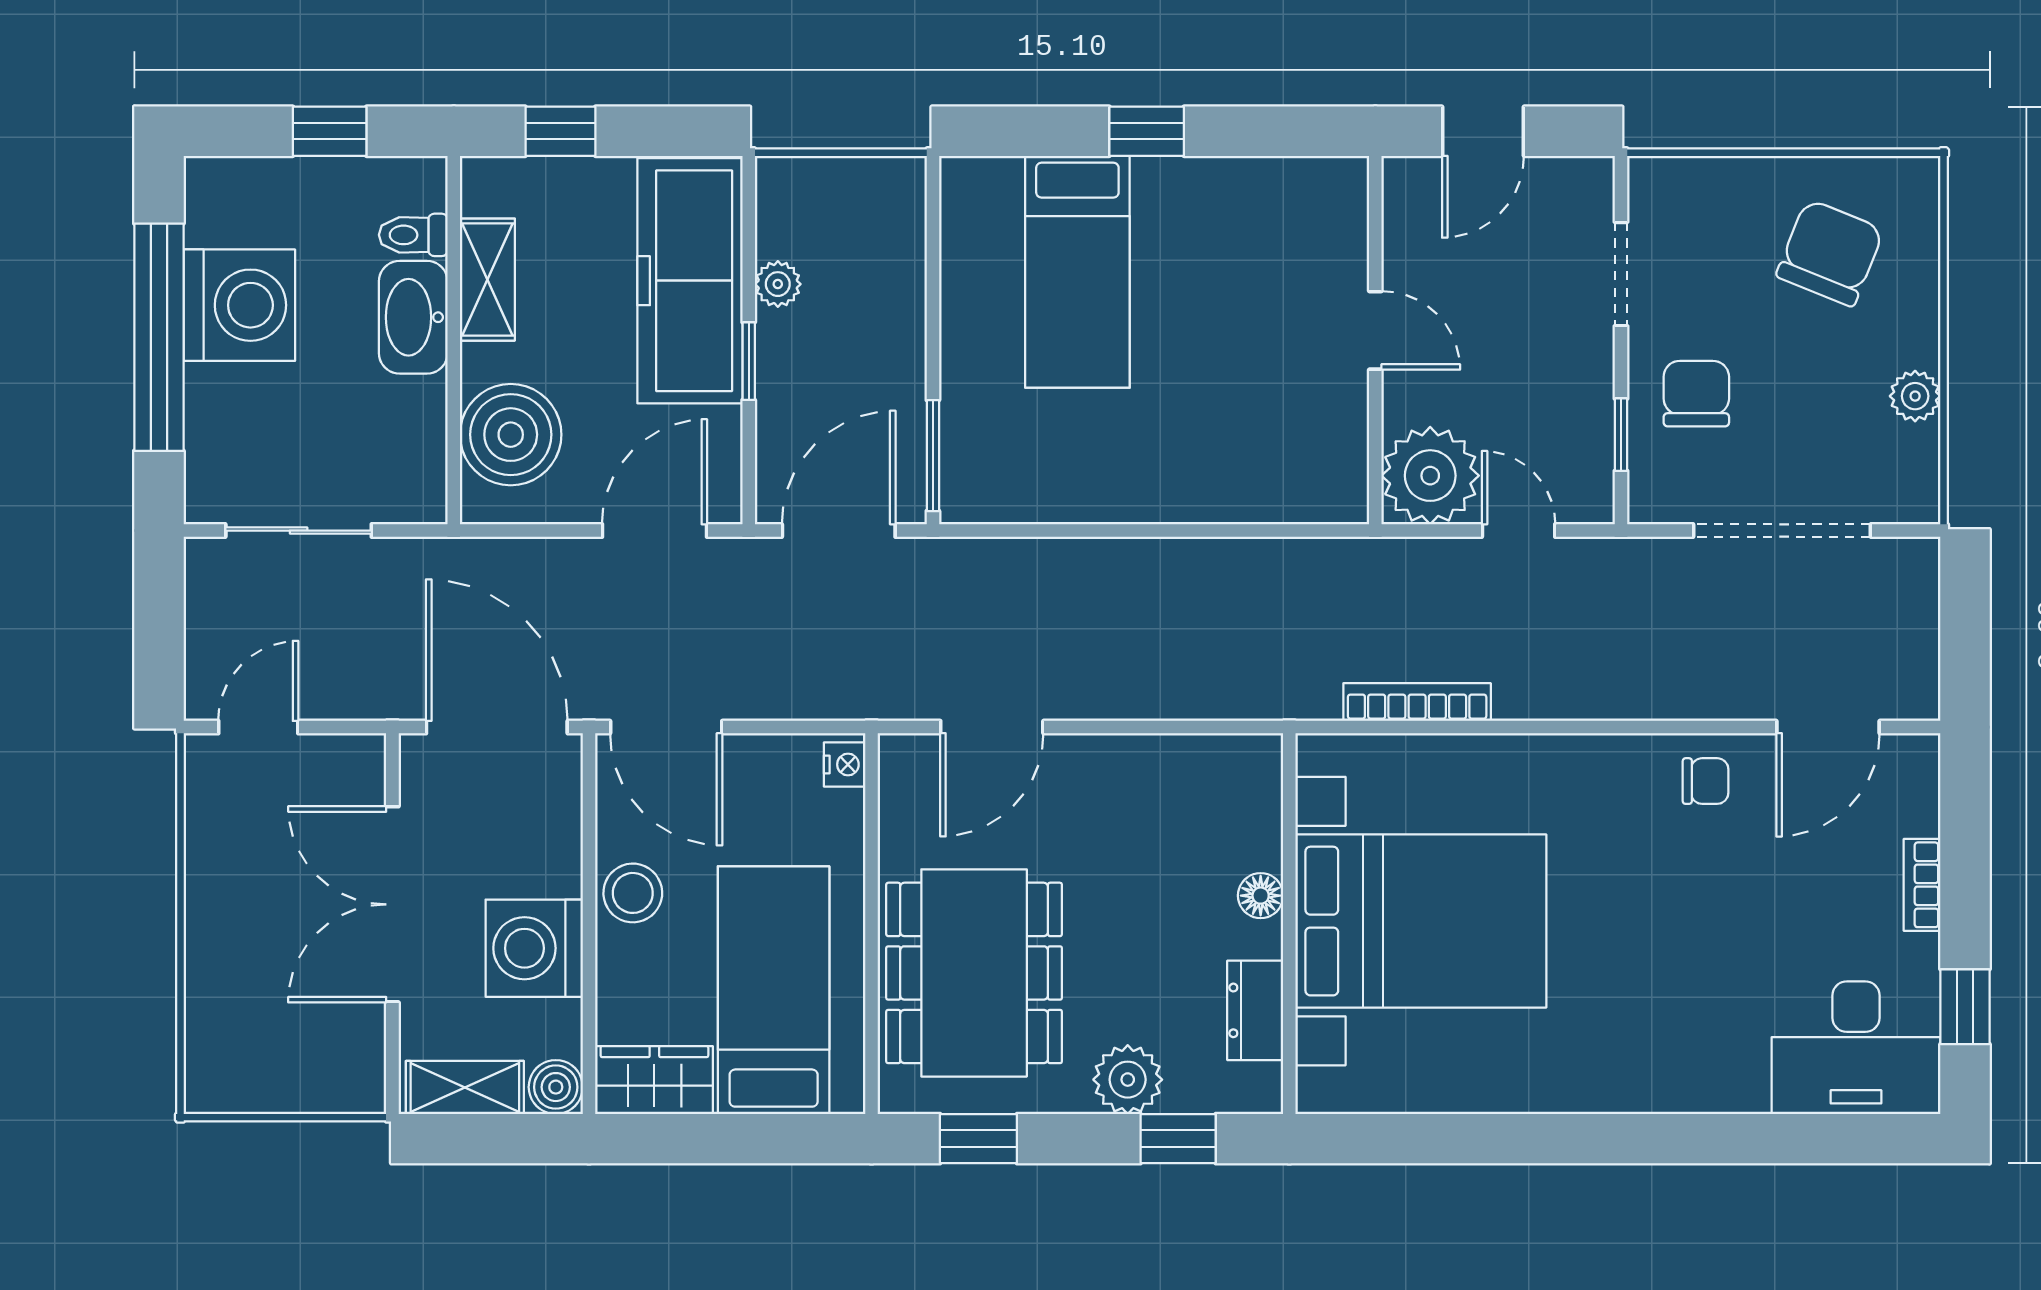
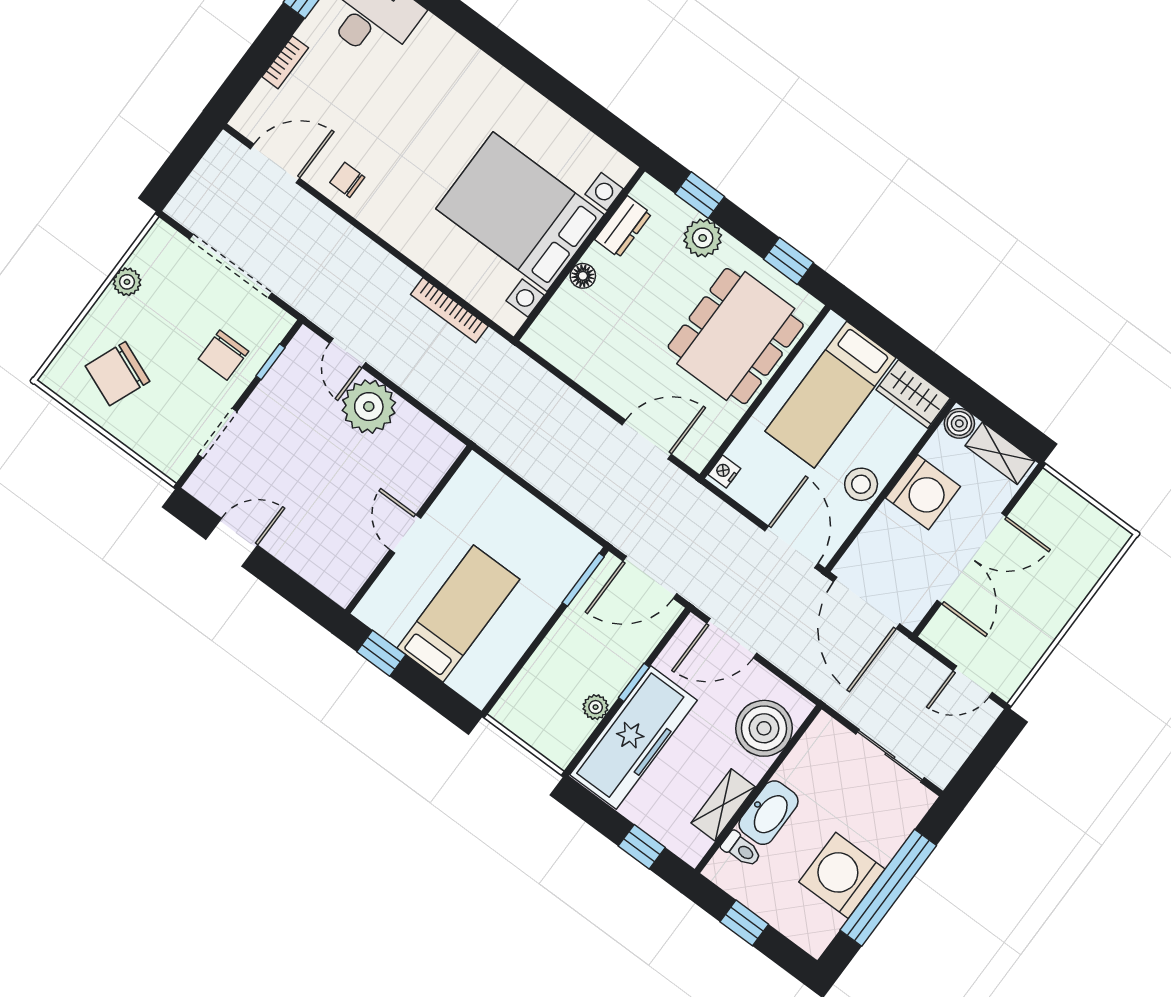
door: (1375, 330) -> (405, 534), moved
wall: (1375, 340) -> (409, 530), moved

